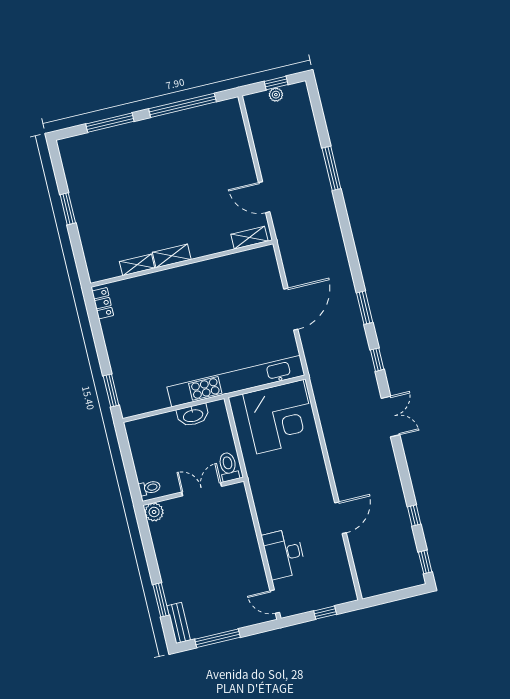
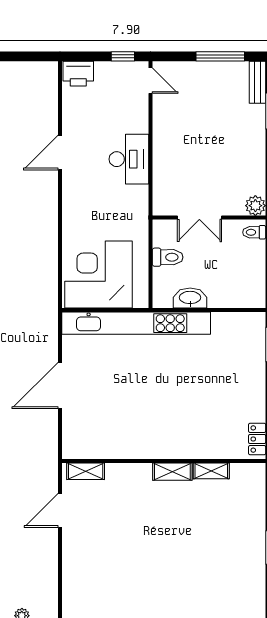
door: (264, 197) -> (60, 510), swing flipped
toilet: (228, 467) -> (168, 257), moved, turned -90
desk: (284, 554) -> (129, 159), moved
printer: (341, 592) -> (78, 74), added
window: (325, 613) -> (123, 56), moved

